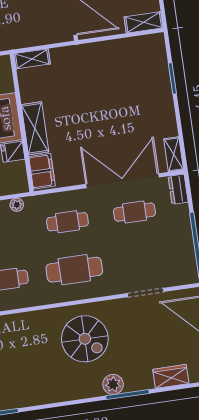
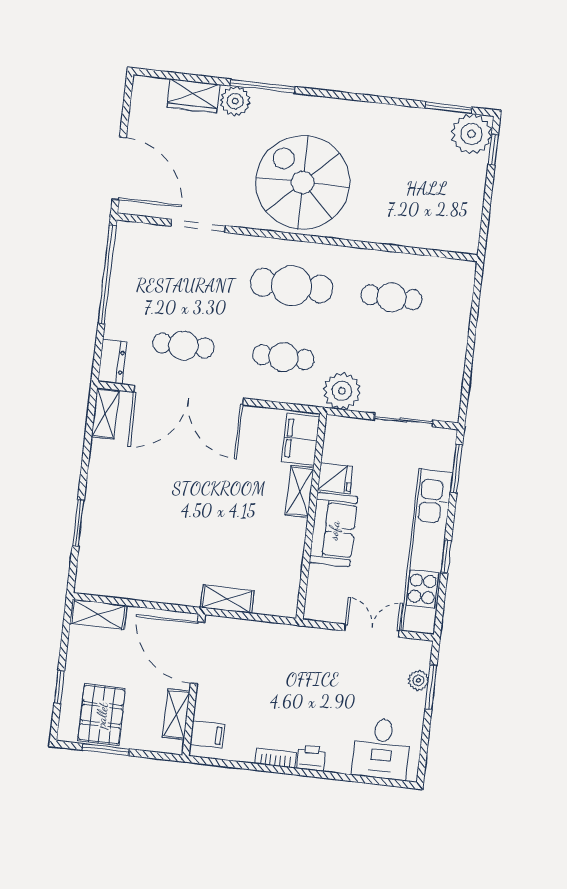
shelving: (32, 59) -> (227, 599), moved
shelving: (35, 128) -> (300, 491), width x0.67, depth x0.75
plant: (17, 205) -> (342, 391), width x1.88, depth x1.88
spiral stairs: (85, 339) -> (303, 182), width x1.37, depth x1.37
plant: (113, 384) -> (235, 101), moved

